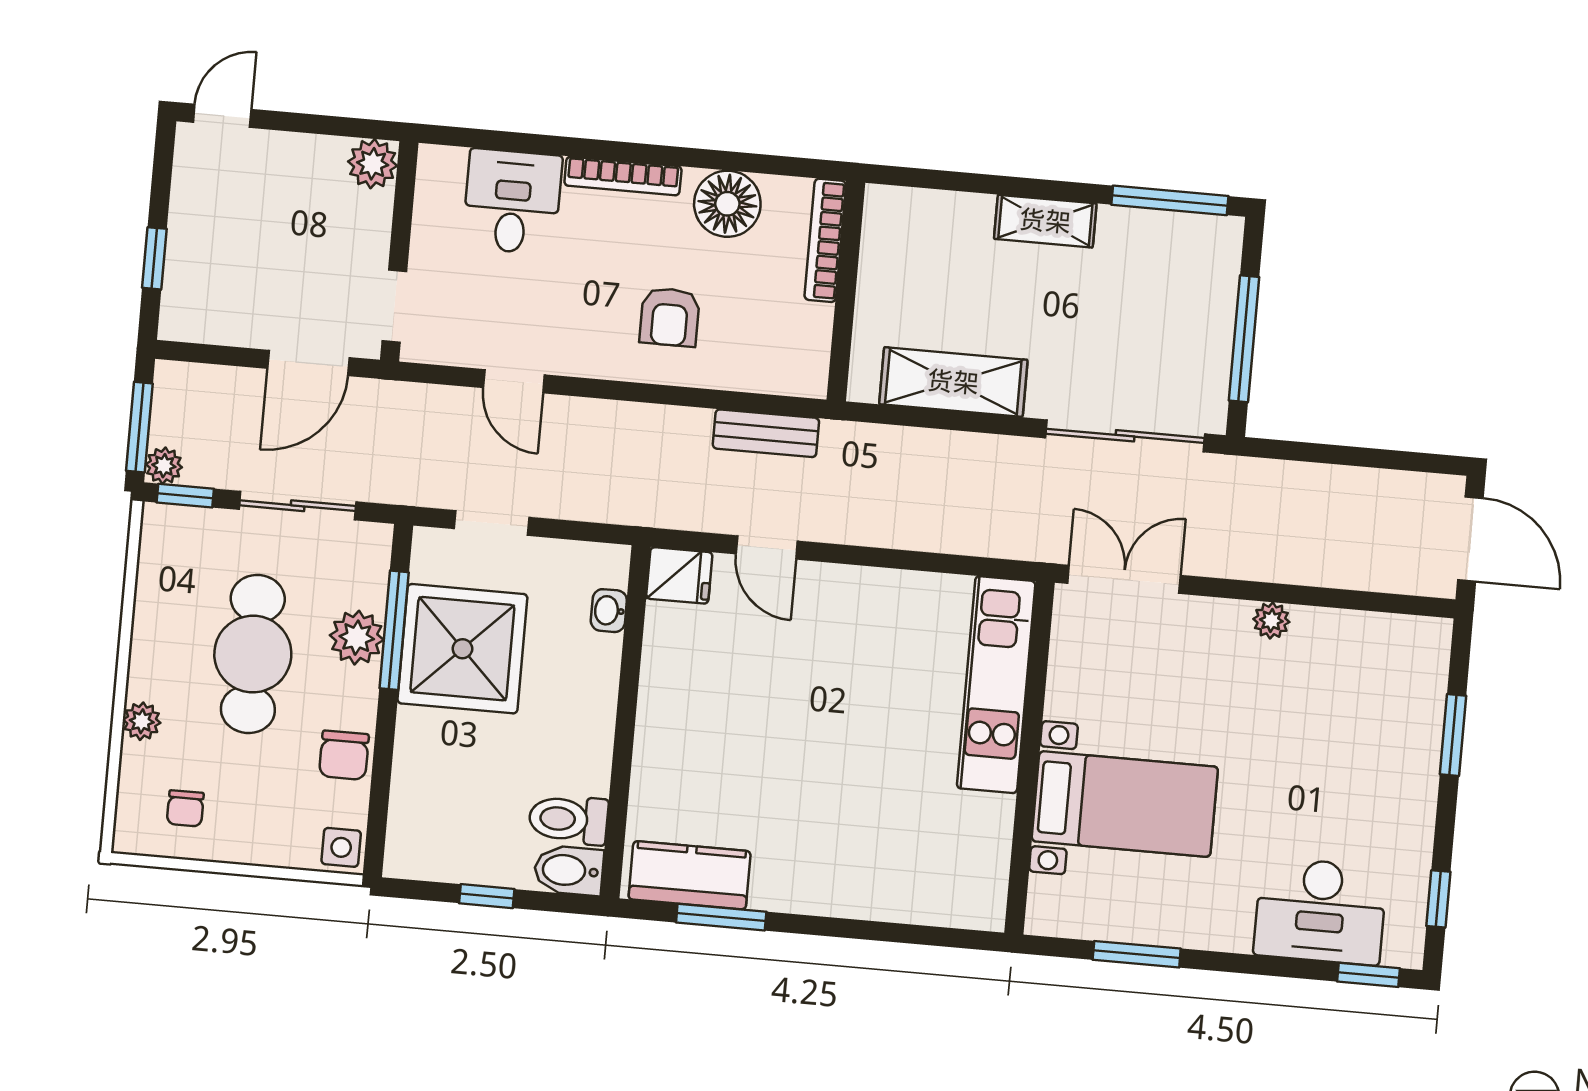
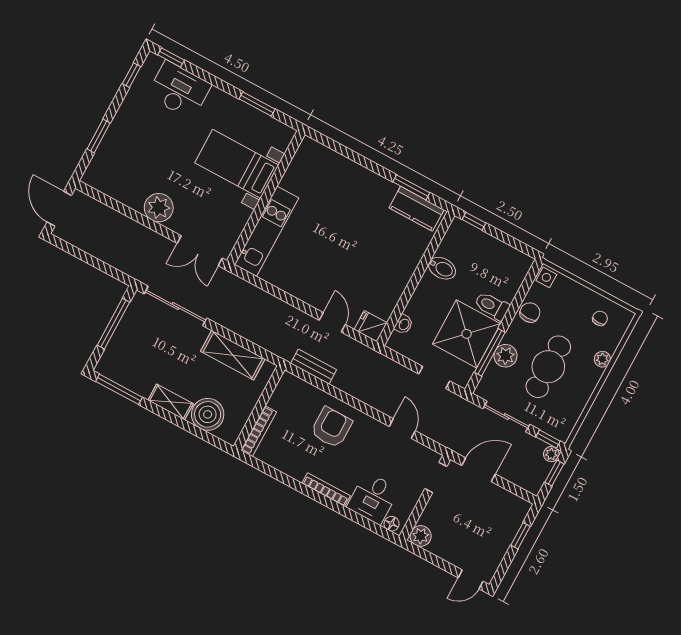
floor lamp: (727, 204) -> (392, 524), moved, width x0.53, depth x0.53
boiler: (953, 229) -> (208, 414), added
armchair: (670, 317) -> (331, 427), width x1.38, depth x1.38
window: (139, 427) -> (554, 473), width x0.67
plant: (1271, 620) -> (159, 208), width x1.88, depth x1.88
toilet: (568, 819) -> (492, 306), moved, turned 180
bidet: (569, 870) -> (442, 268), moved
window: (487, 896) -> (474, 221), moved

